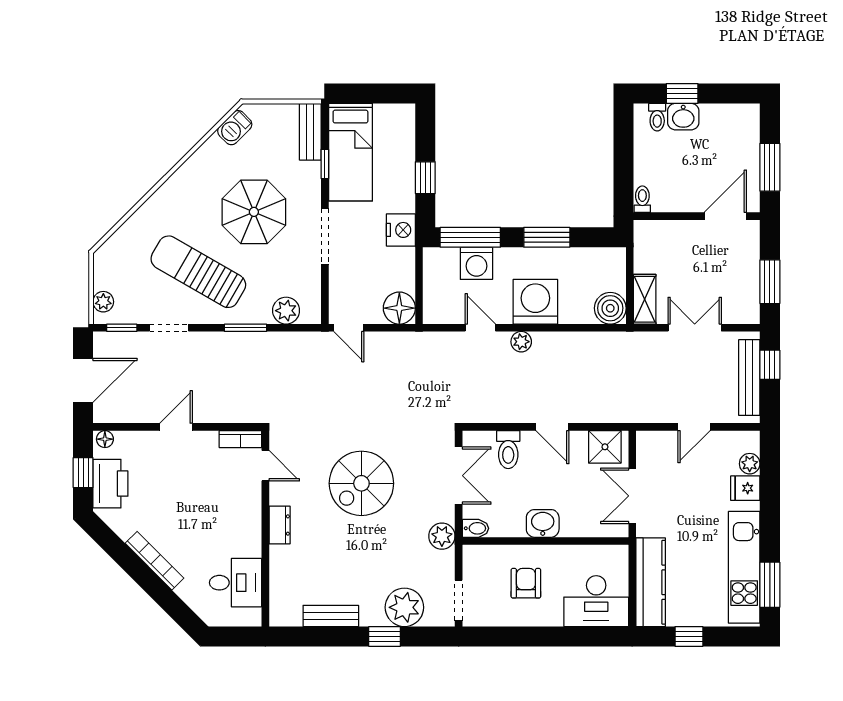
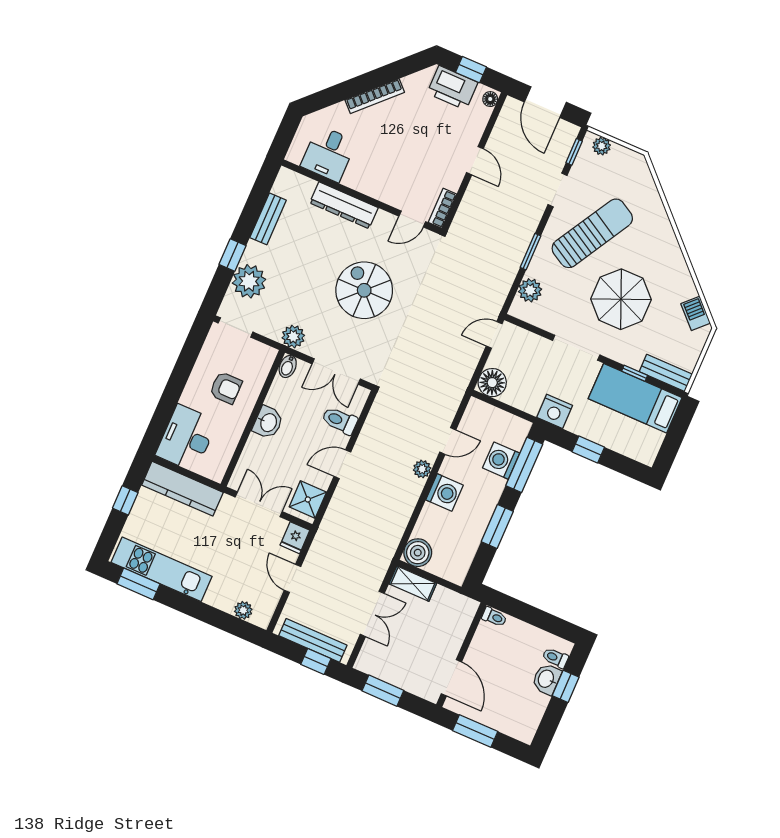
washing machine: (535, 302) -> (444, 492), width x0.73, depth x0.73
fridge: (745, 488) -> (295, 538), moved, turned 180
dresser: (280, 525) -> (344, 205), width x1.96, depth x1.24

